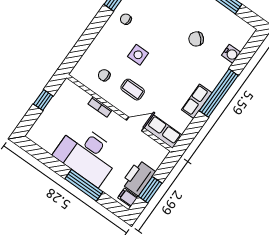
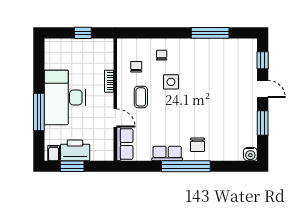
chair: (126, 19) -> (162, 55), moved
chair: (196, 39) -> (198, 145), moved, turned -137
water cooler: (231, 54) -> (250, 154), moved

